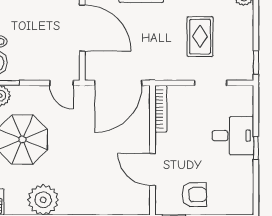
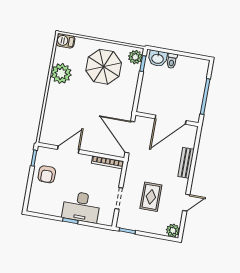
rug: (200, 37) -> (151, 197), turned 90
door: (62, 83) -> (137, 99), removed
desk: (233, 136) -> (81, 207), width x1.37

